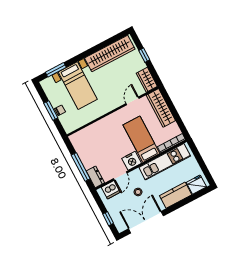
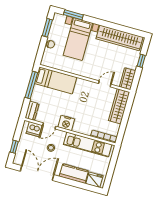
window: (51, 111) -> (47, 28), moved
bed: (141, 139) -> (56, 80), moved, turned 90
window: (81, 167) -> (31, 85), moved

